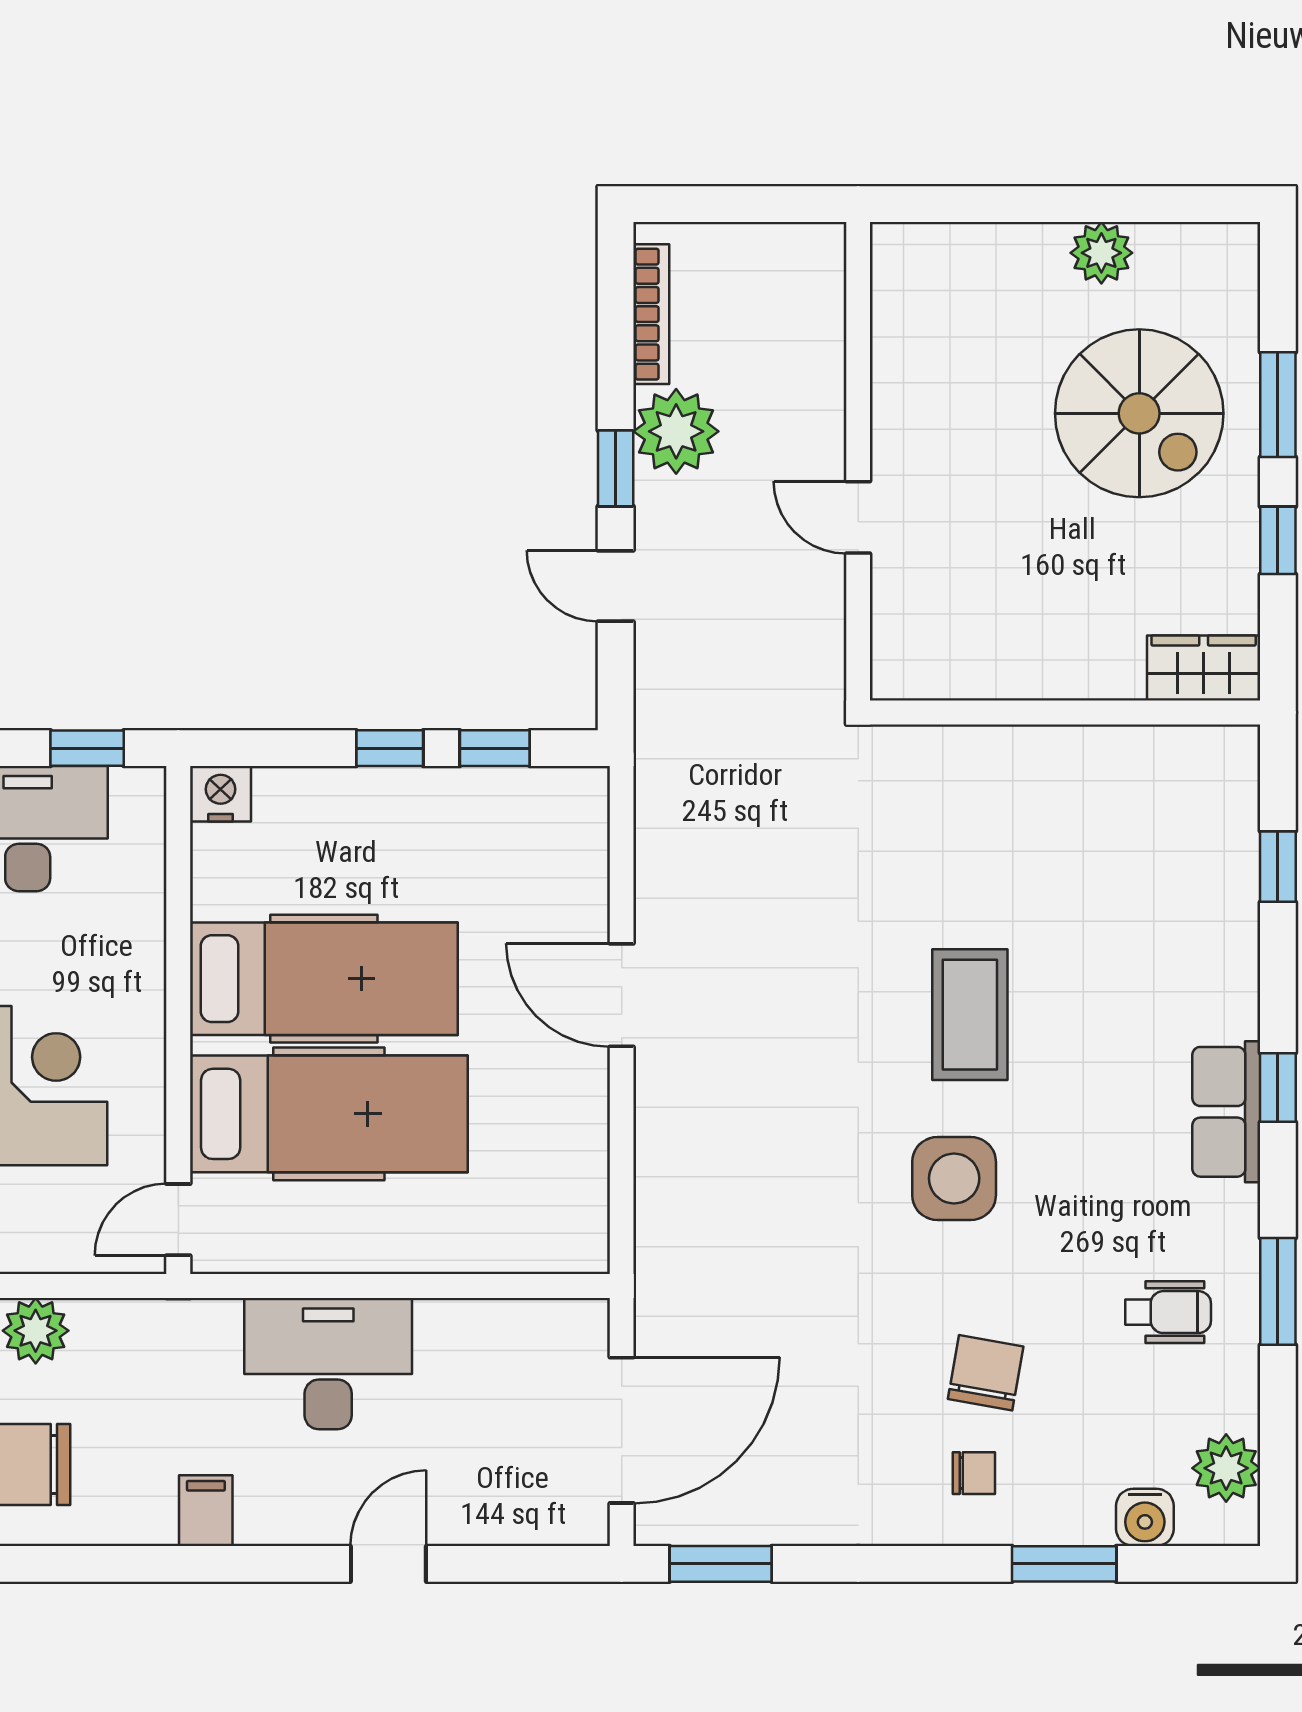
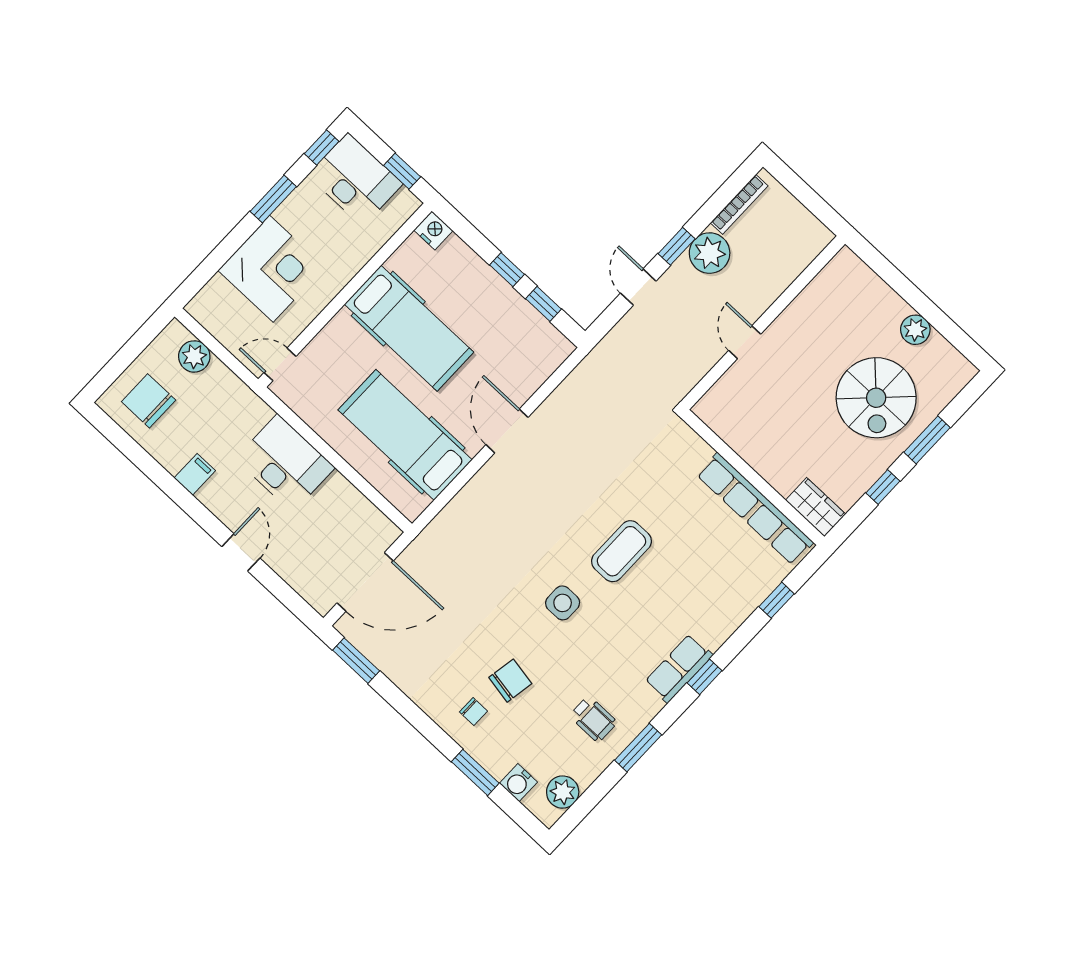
row of seats: (1113, 757) -> (755, 509), added
hospital bed: (329, 1114) -> (405, 435), moved, turned 180
side table: (954, 1178) -> (563, 603), width x0.73, depth x0.73
door: (388, 1564) -> (241, 552), hinge flipped

